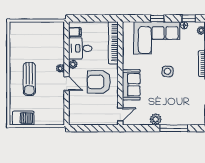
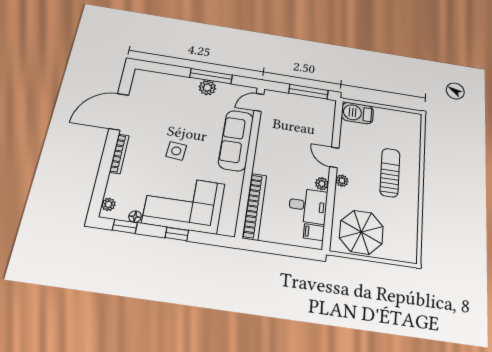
parasol: (45, 37) -> (361, 232), added
armchair: (99, 82) -> (285, 152), removed
sofa: (131, 85) -> (236, 140), width x1.36
barbecue: (23, 118) -> (357, 113), moved
window: (88, 128) -> (308, 92), added
window: (174, 128) -> (211, 76), moved

